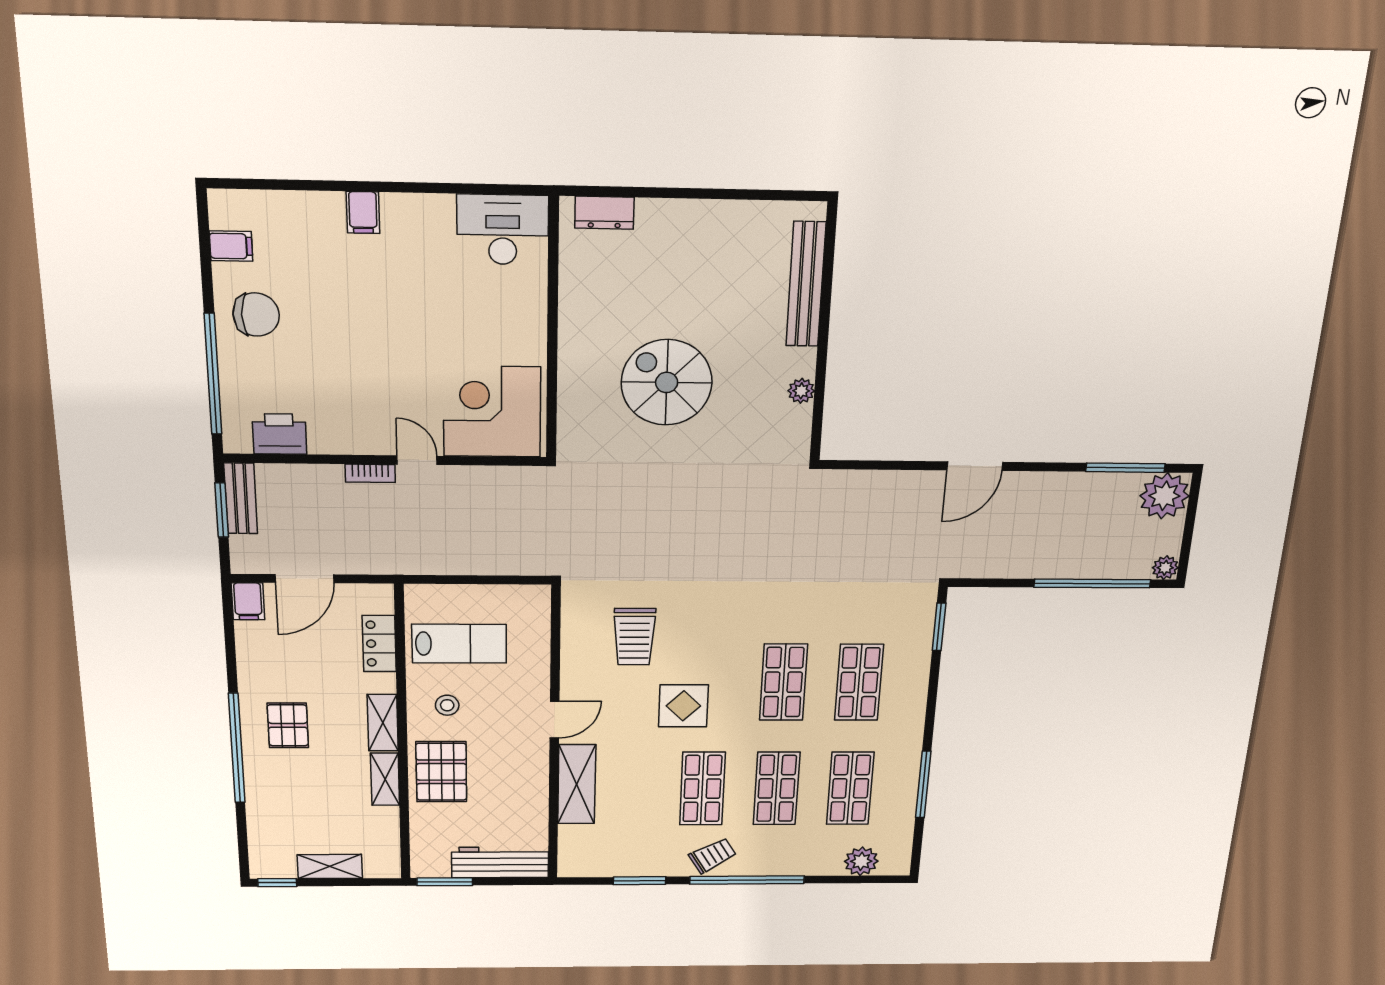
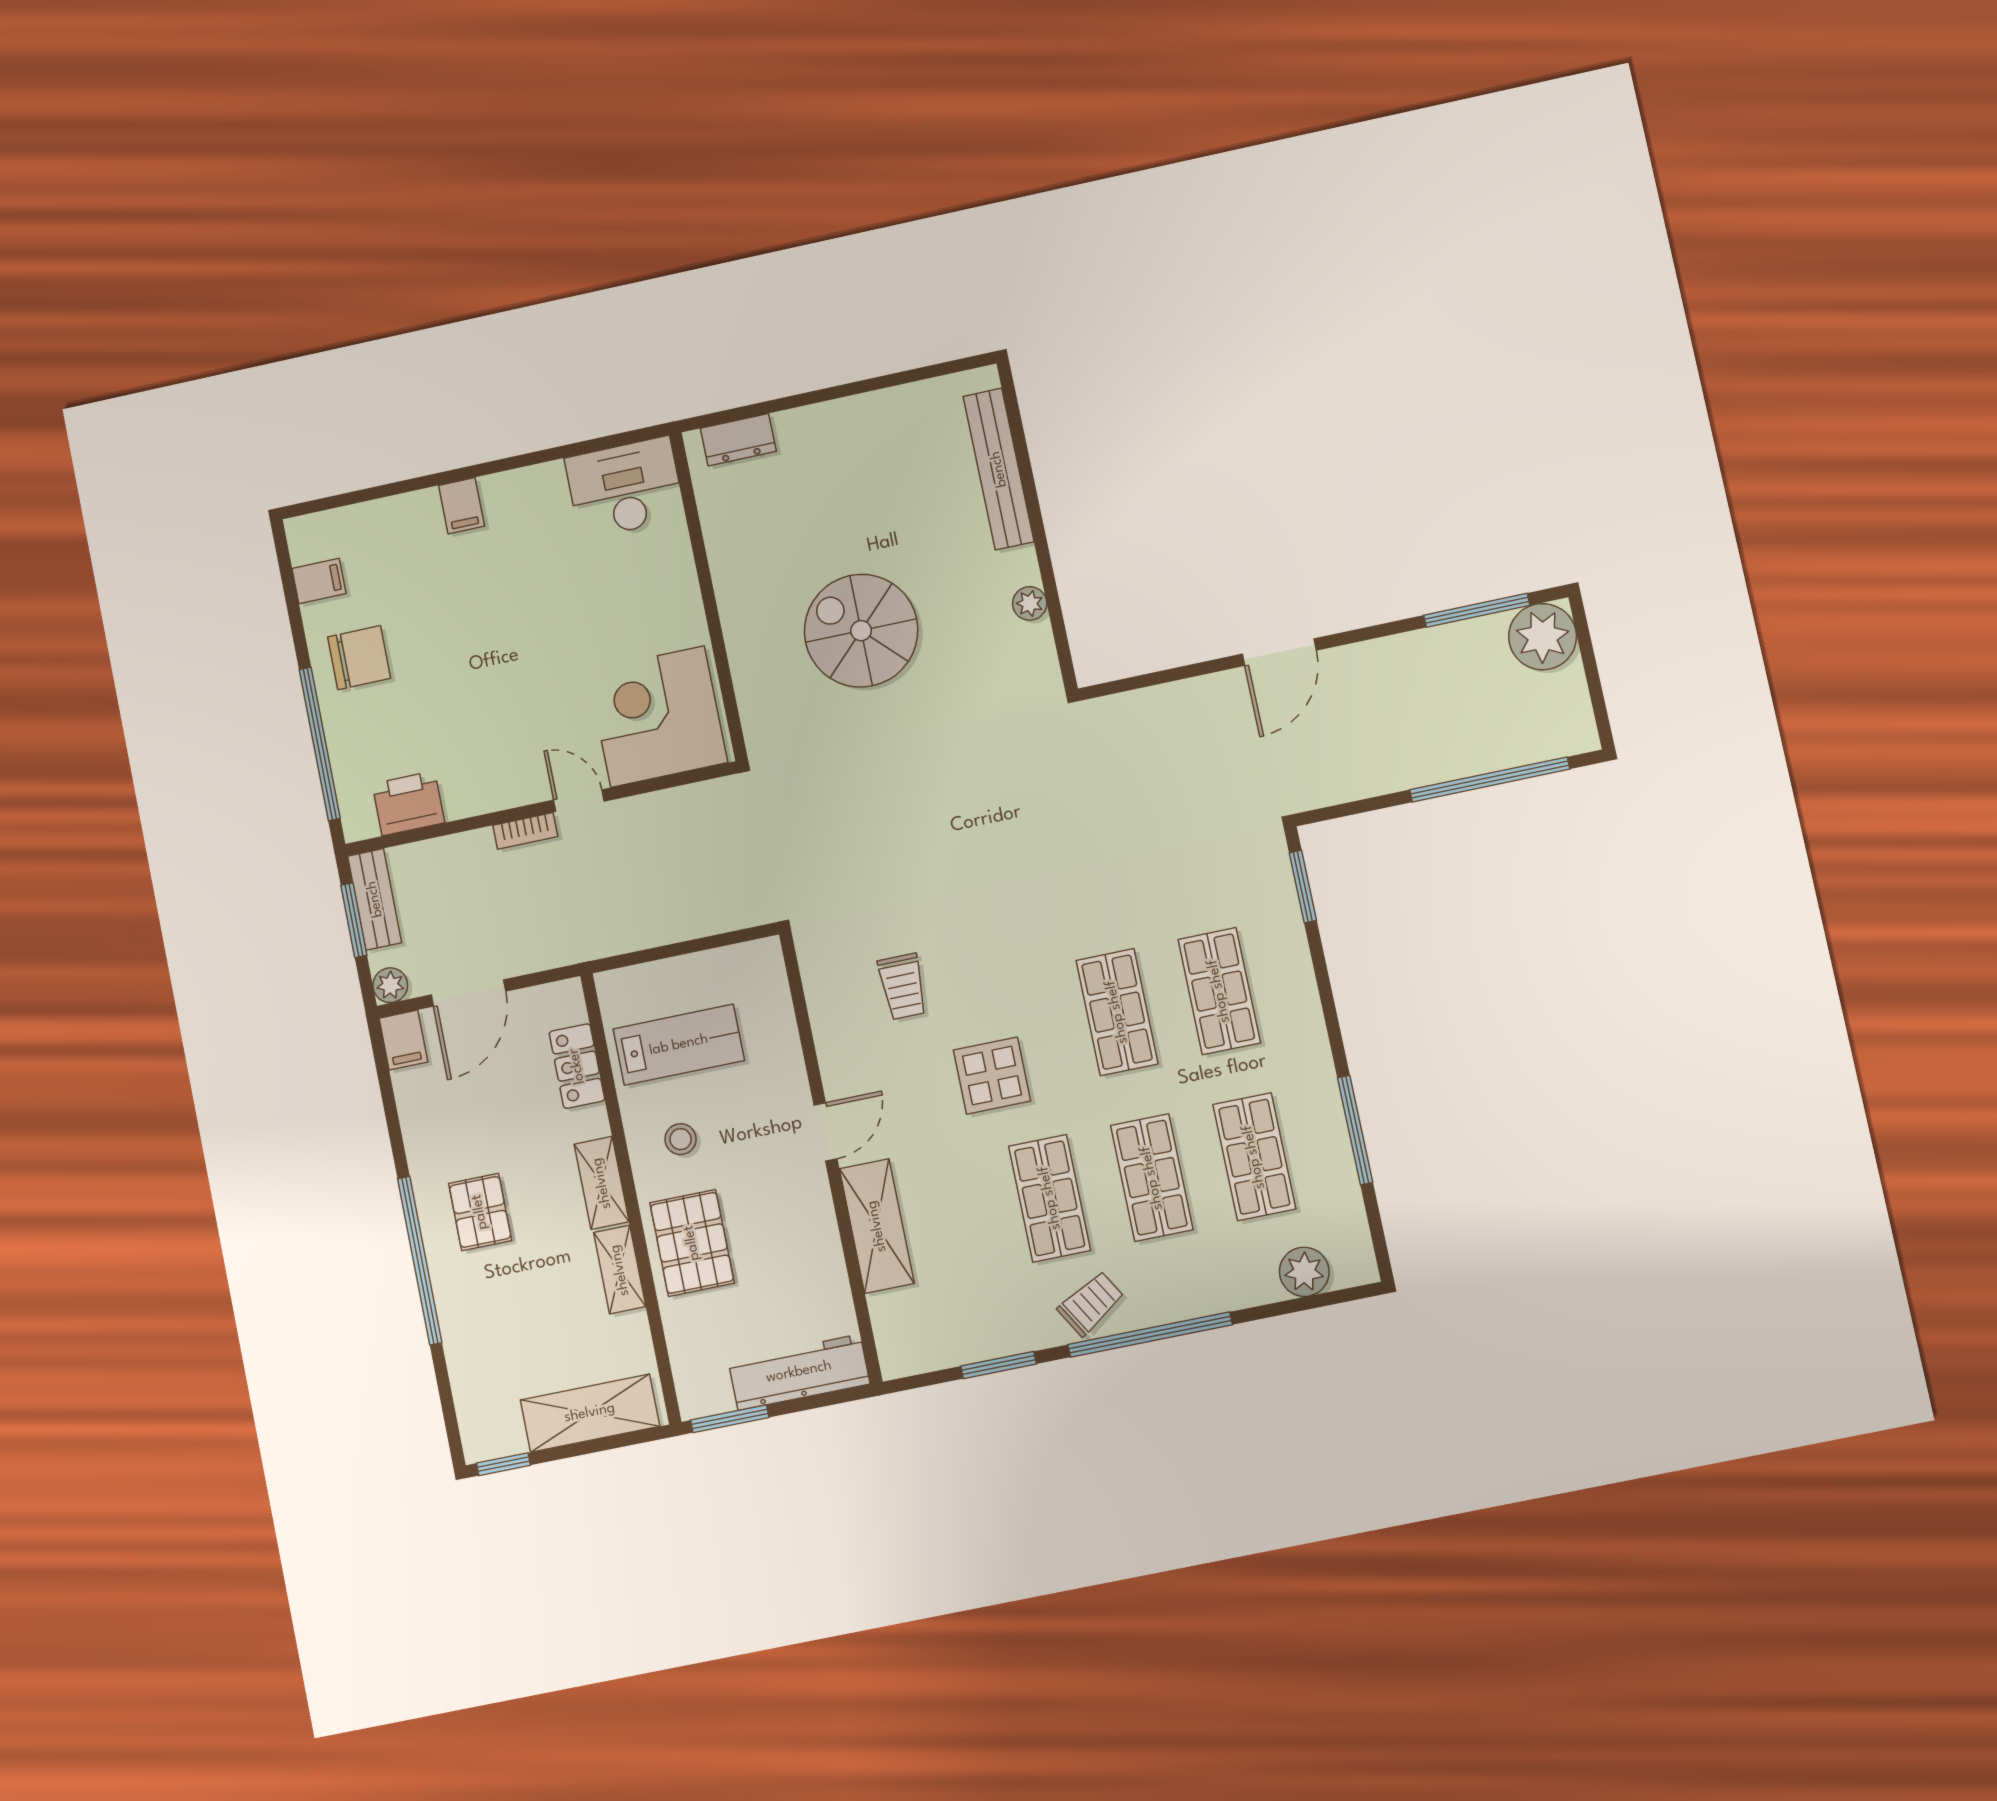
plant: (1165, 568) -> (390, 985), moved
trolley: (634, 637) -> (903, 987), width x0.73, depth x0.72
shelving: (330, 866) -> (590, 1413), width x1.50, depth x1.33

